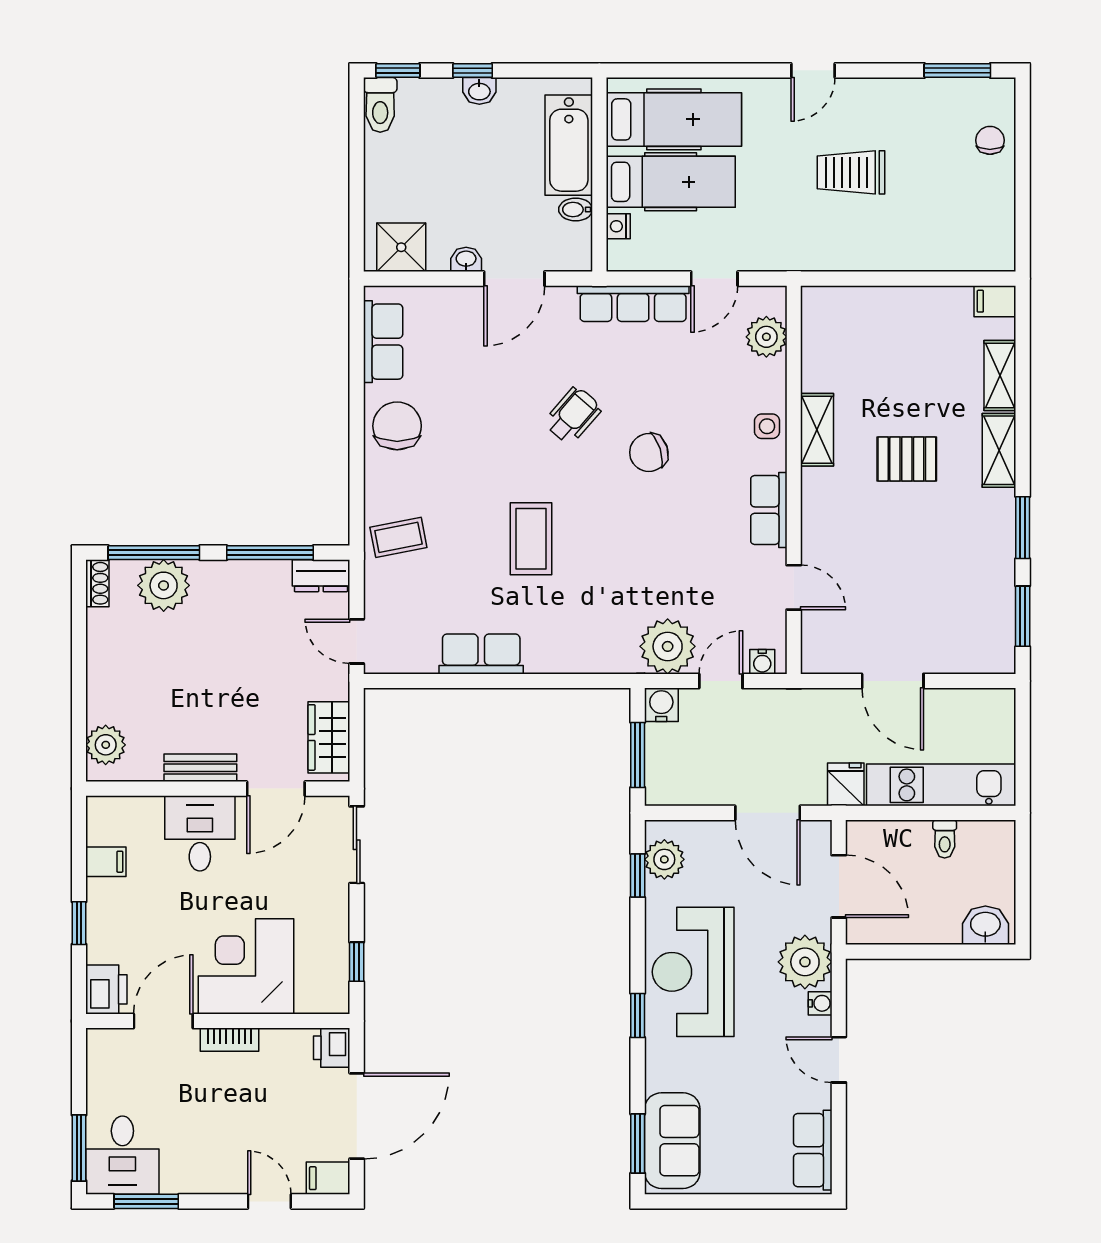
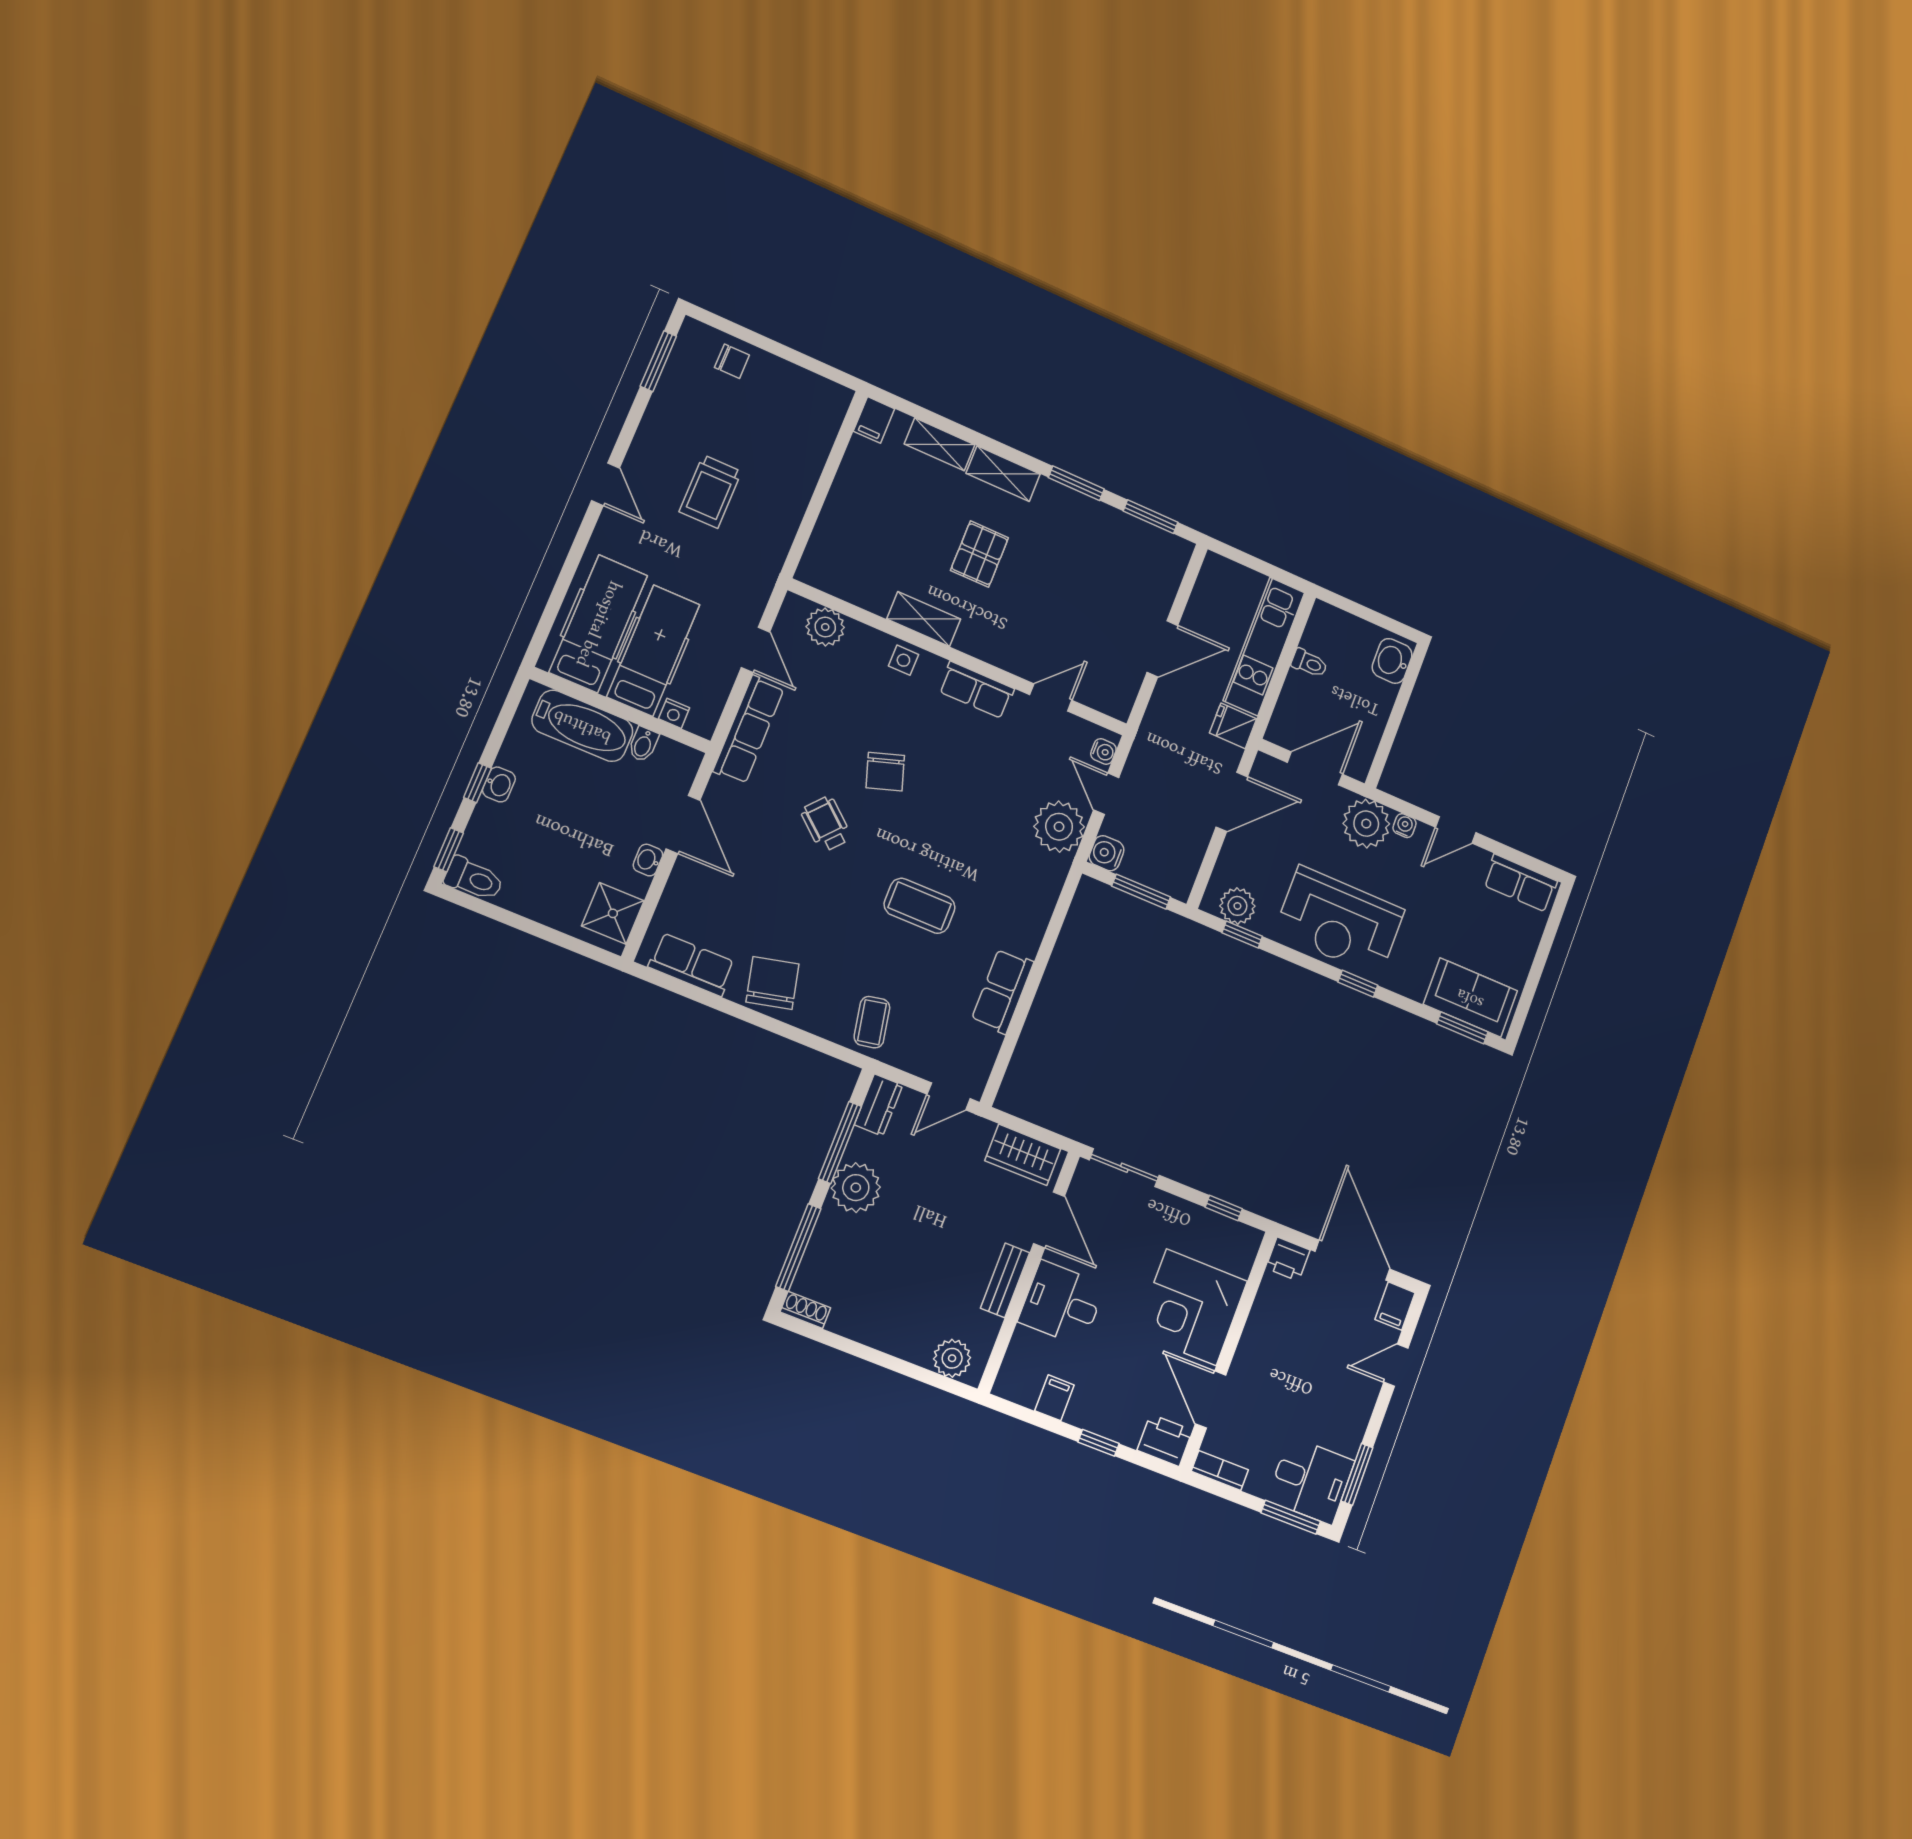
chair: (990, 140) -> (732, 361), turned 180
chair: (397, 426) -> (773, 983), turned 77
plant: (164, 585) -> (856, 1188), moved
bookcase: (229, 1040) -> (1220, 1471), moved, turned -90

